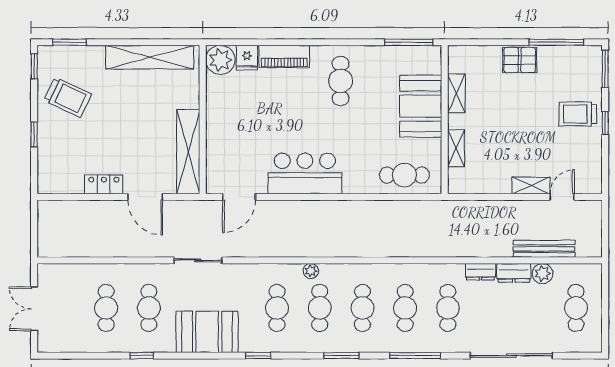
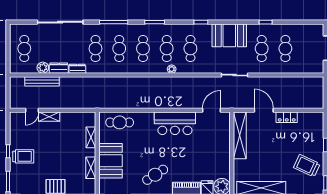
cafe table: (341, 81) -> (155, 175), turned 57

